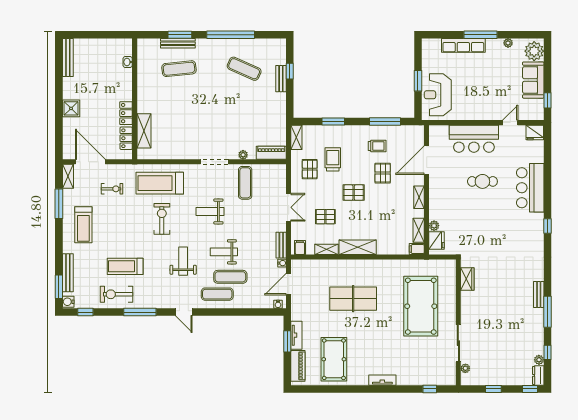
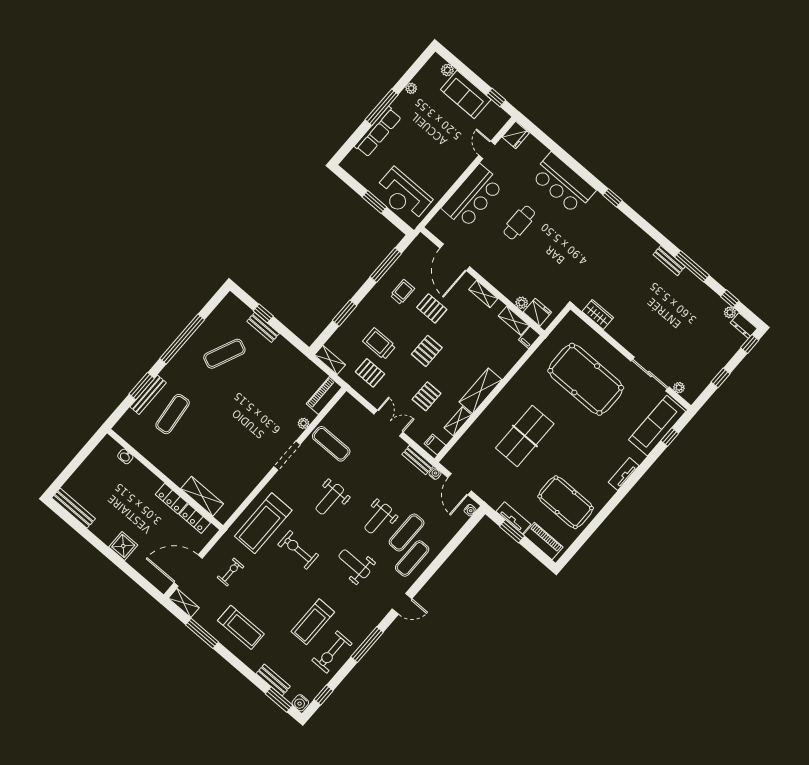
plant: (534, 51) -> (447, 70), width x0.53, depth x0.53
bench: (68, 273) -> (273, 680), width x0.73
sofa: (430, 375) -> (657, 426), added

